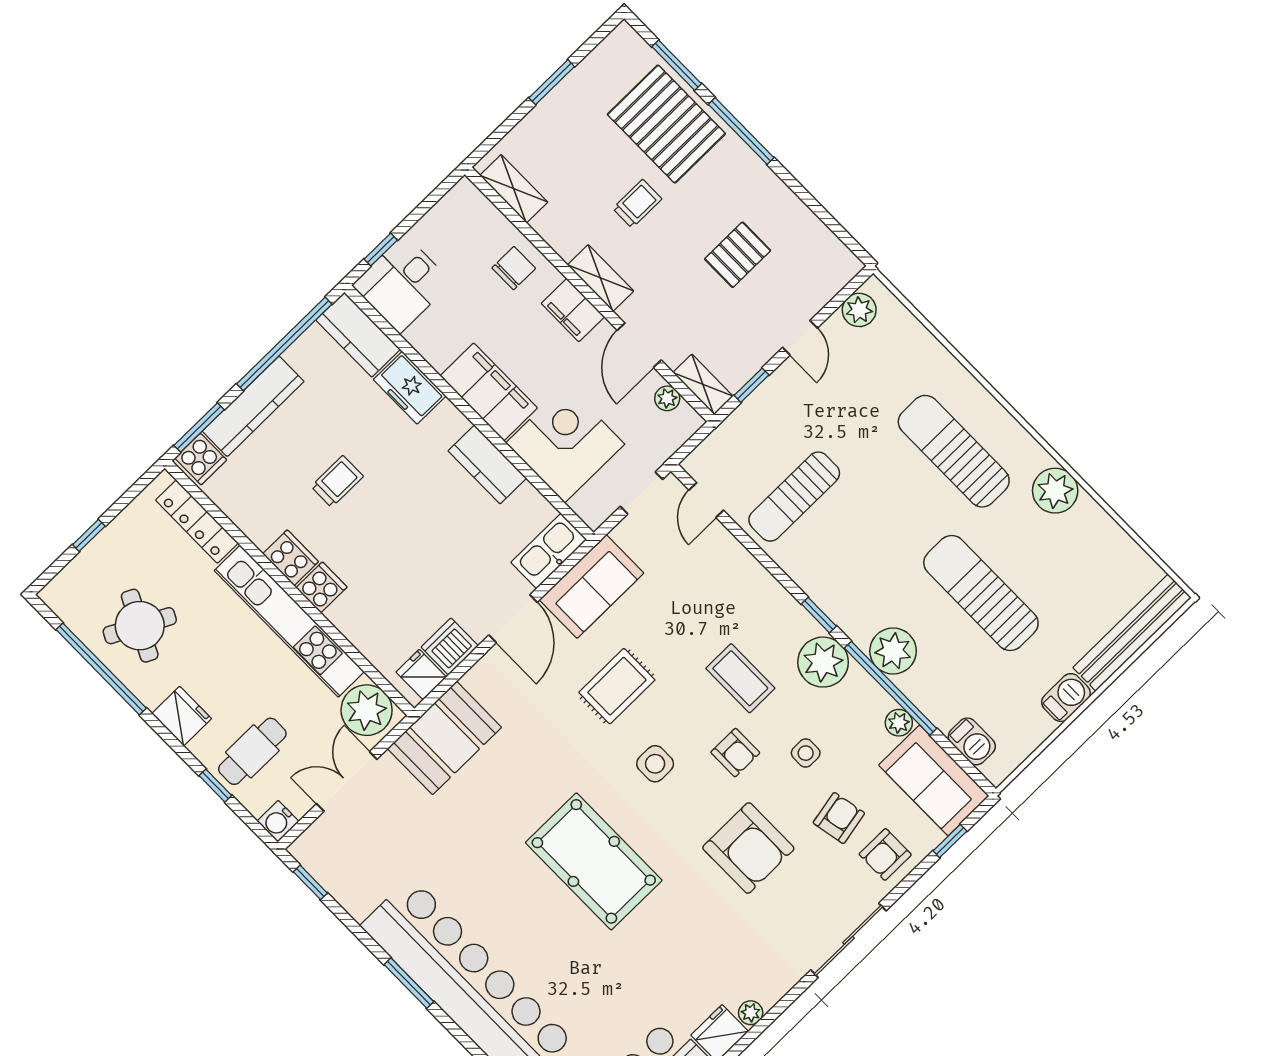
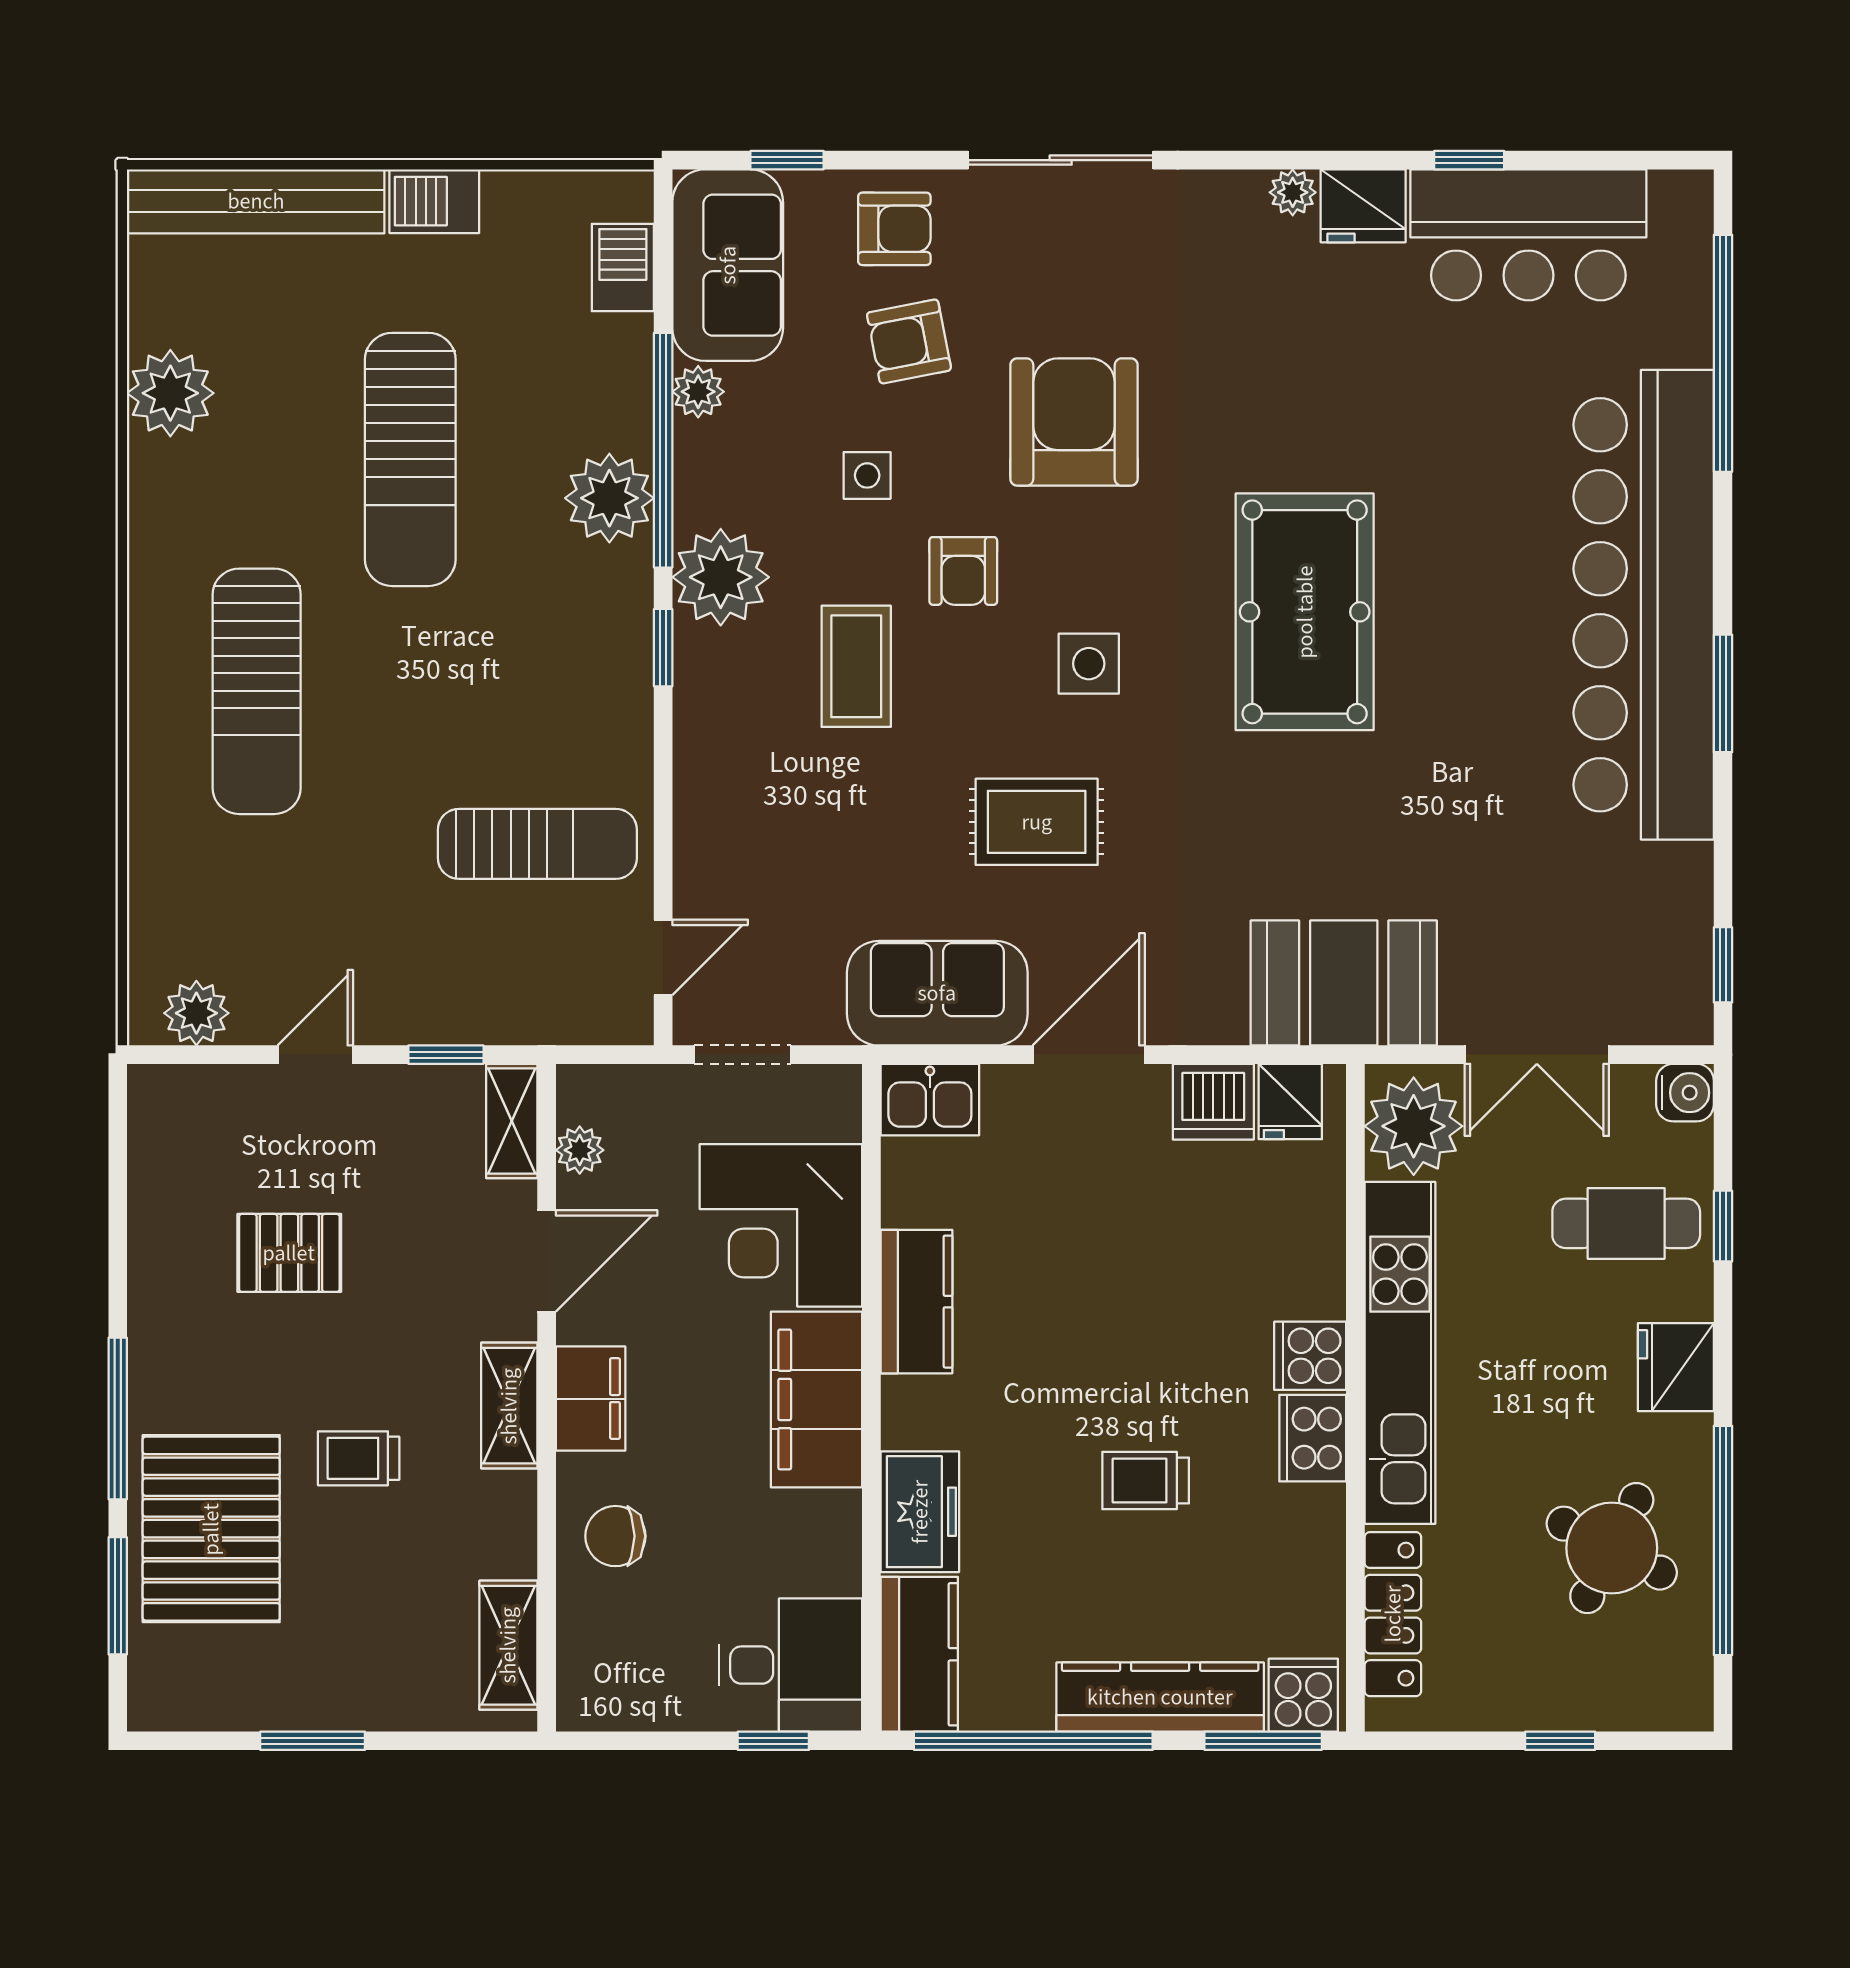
plant: (1055, 491) -> (170, 393), moved
kitchen sink: (549, 551) -> (930, 1100), width x0.73
armchair: (735, 753) -> (963, 571), turned 180

